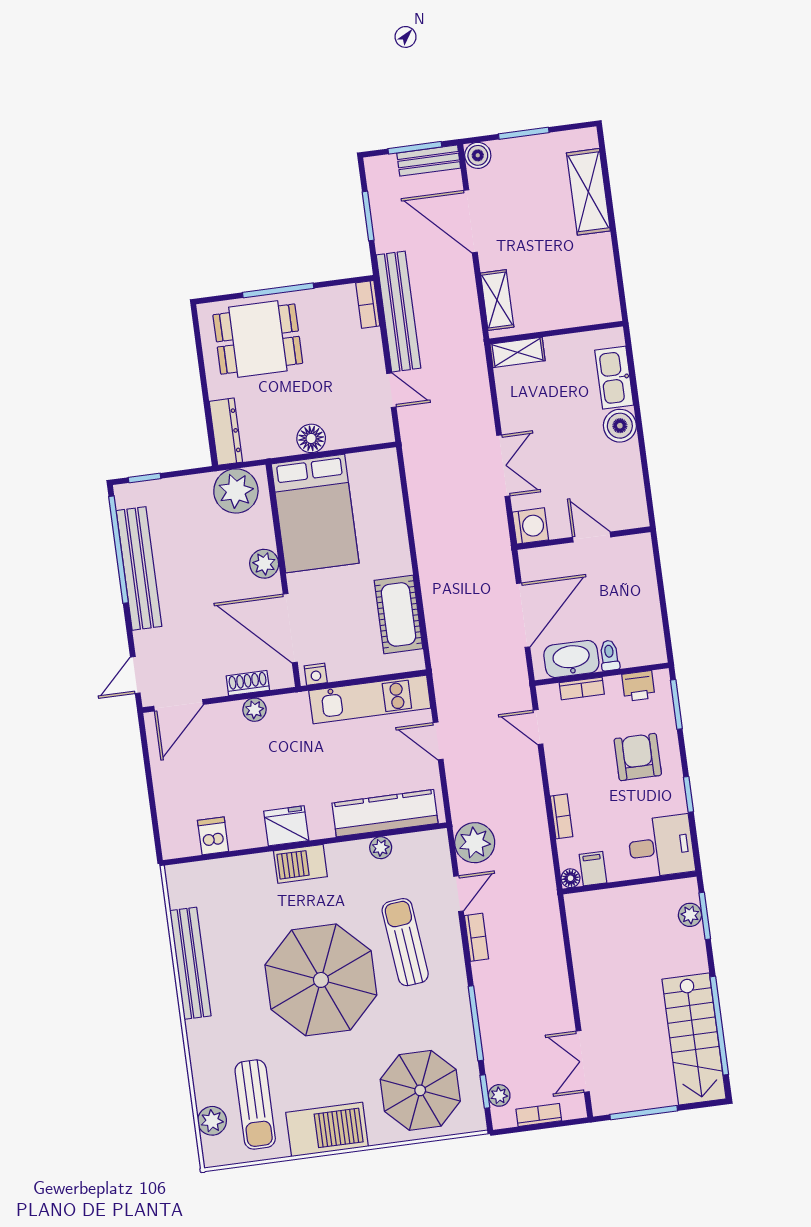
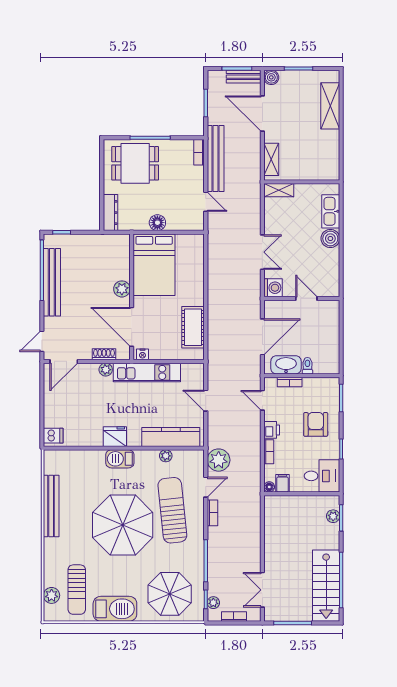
plant: (236, 491) -> (112, 246), removed
printer: (638, 686) -> (272, 430), moved, turned -90
kitchen unit: (370, 699) -> (147, 372), moved
dishwasher: (213, 836) -> (53, 436), moved, turned 90
sun lounger: (405, 942) -> (172, 510), width x1.36, depth x1.34

